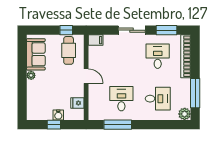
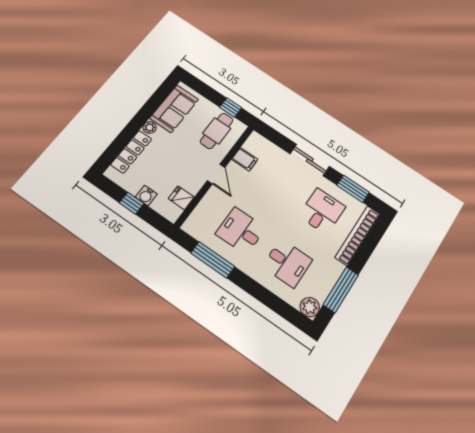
filing cabinet: (96, 40) -> (245, 159), moved
locker: (32, 97) -> (131, 152), added
desk: (121, 99) -> (241, 231), turned -90

